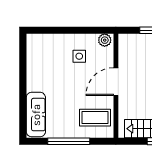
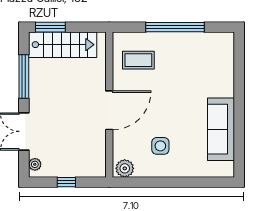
sofa: (36, 115) -> (221, 129), moved
coffee table: (95, 118) -> (138, 60), width x0.73, depth x0.76

